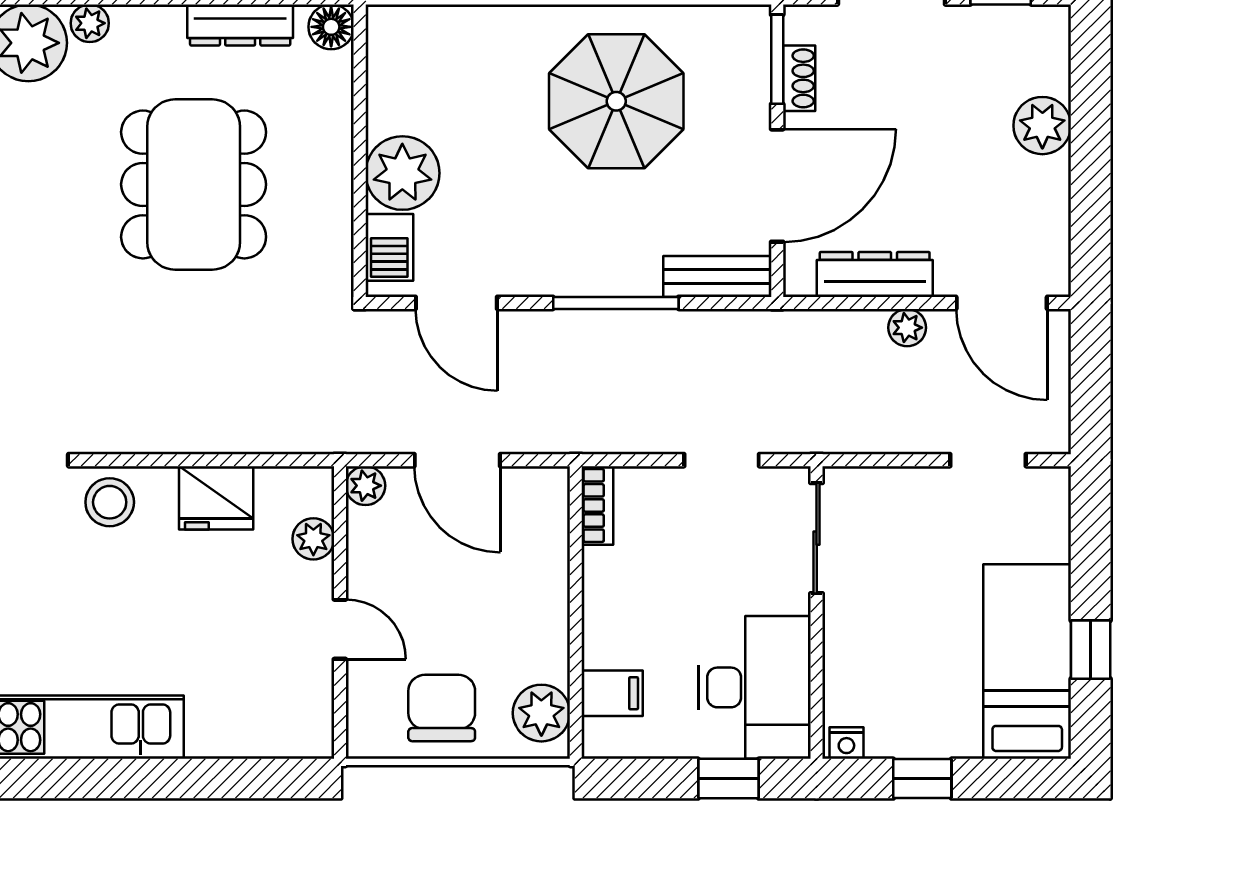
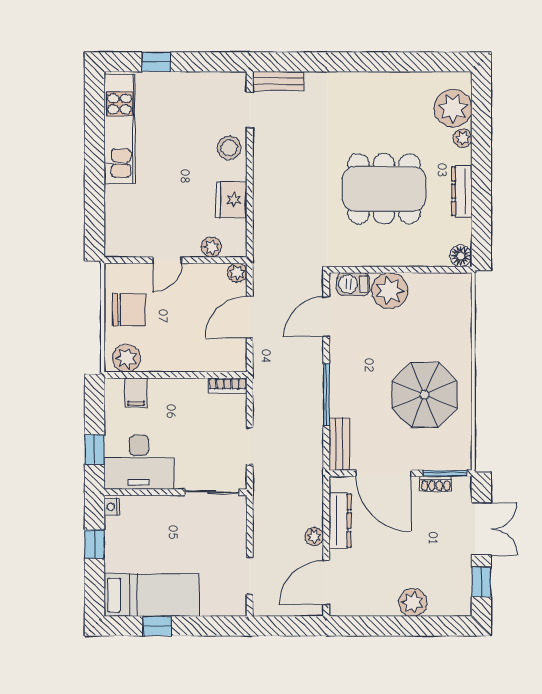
dresser: (240, 25) -> (462, 191), moved

